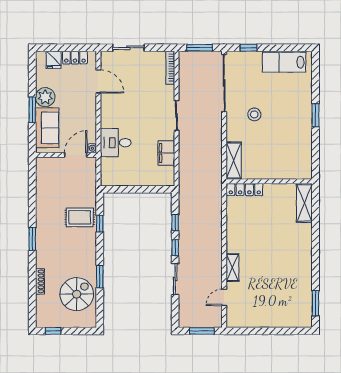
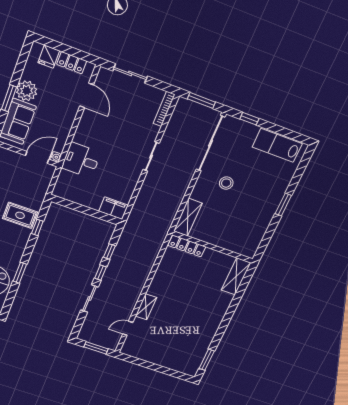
filing cabinet: (166, 153) -> (113, 208), moved, turned 90

